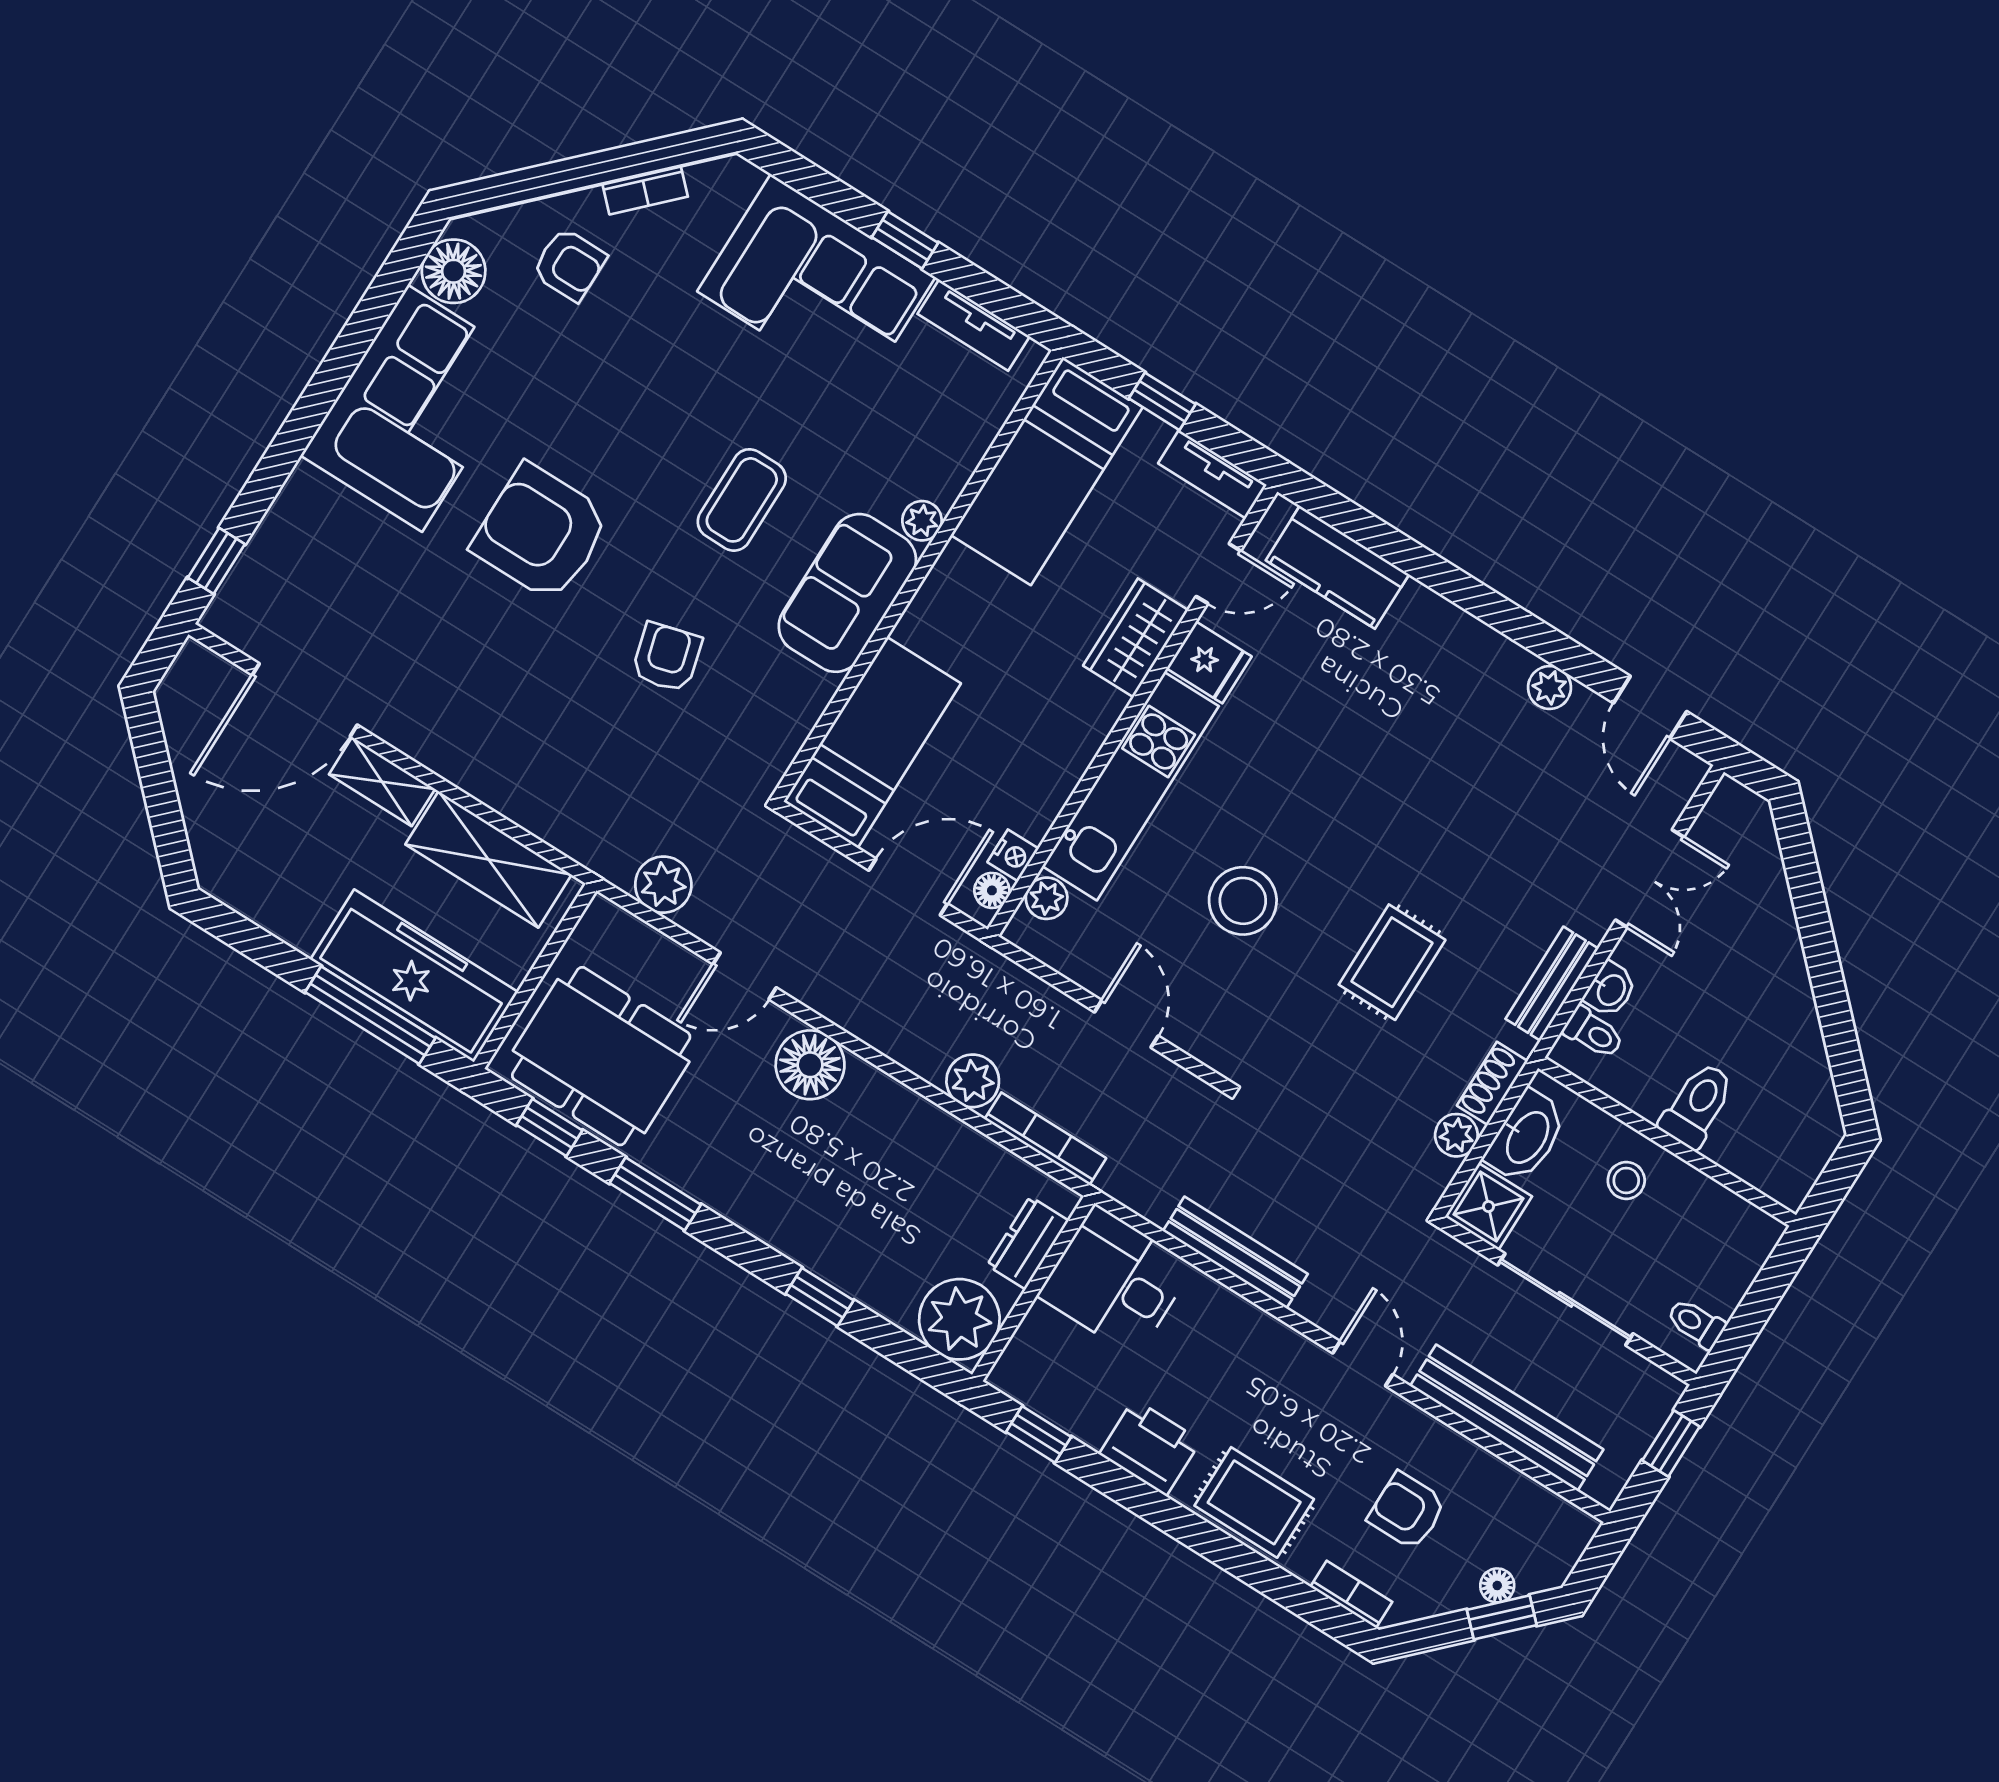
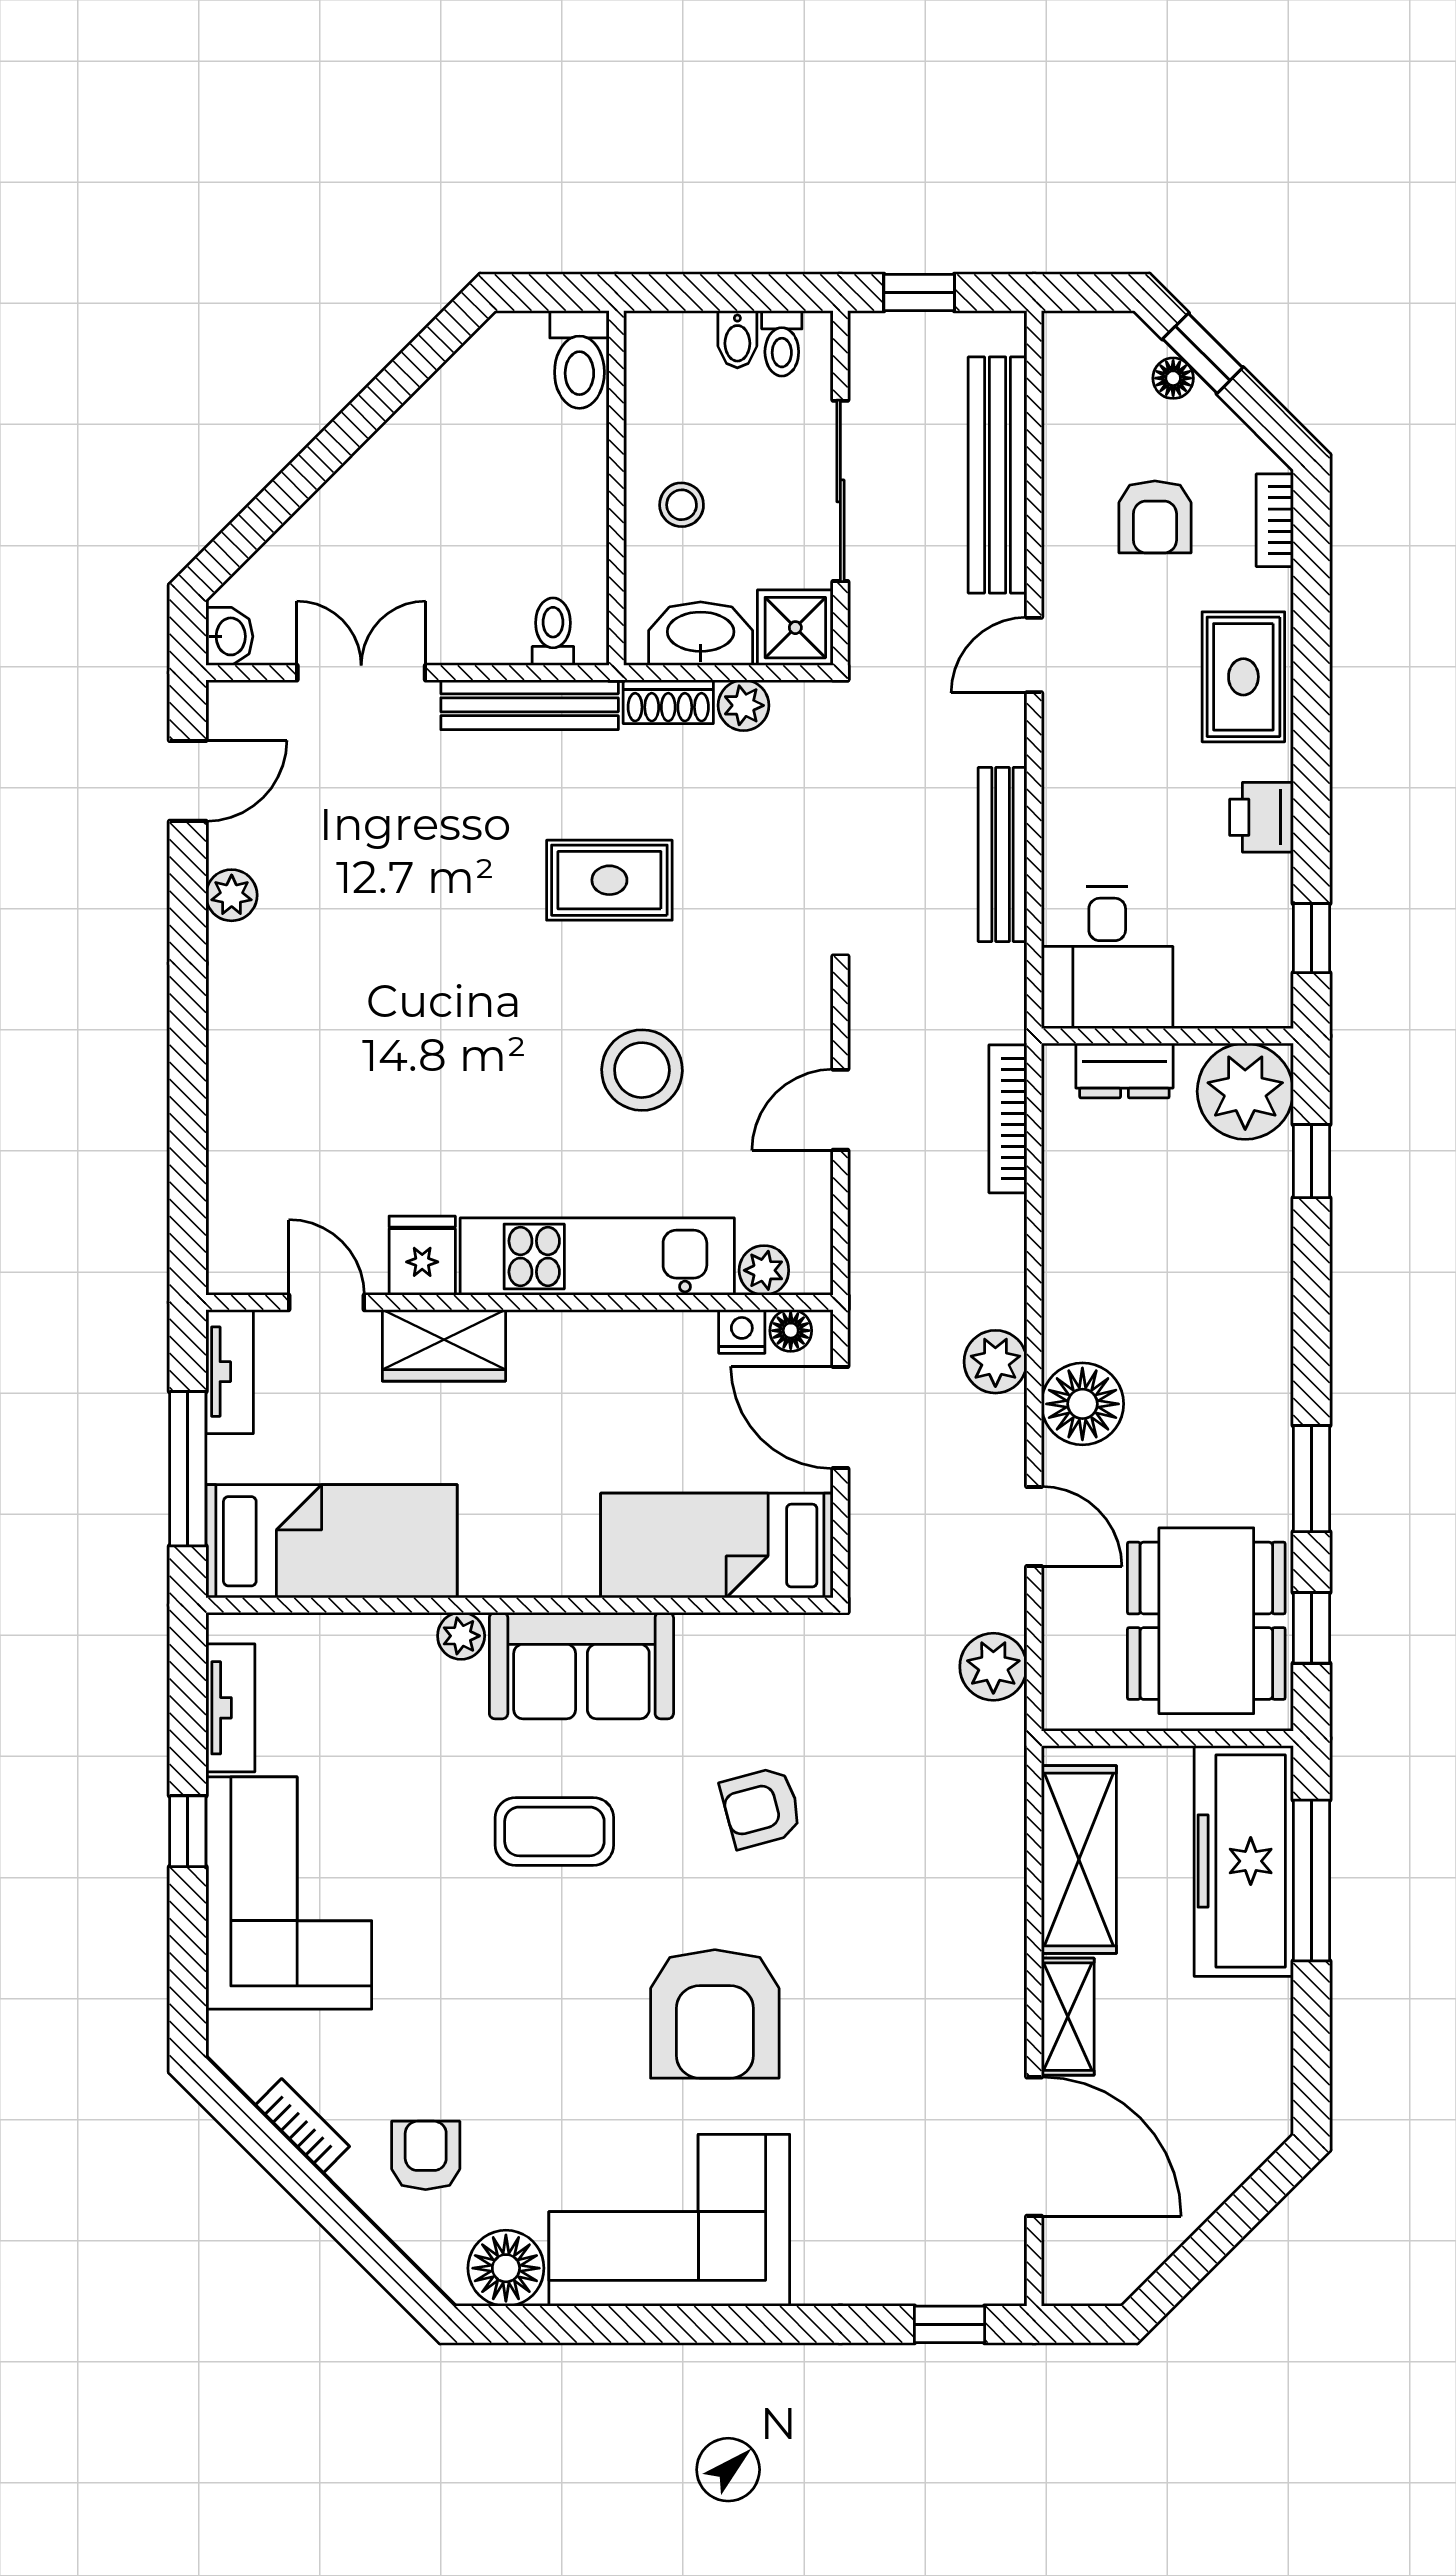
window: (1162, 401) -> (188, 1469), width x2.17
kitchen counter: (1337, 567) -> (244, 1186), removed
bench: (1552, 984) -> (530, 705), width x1.36
washbasin: (1610, 989) -> (229, 636), moved, turned 90
plant: (973, 1081) -> (995, 1362), moved
toilet: (1697, 1105) -> (579, 359), moved, turned -90
bidet: (1719, 1294) -> (737, 339), added
window: (820, 1297) -> (1311, 1161), moved
printer: (1150, 1447) -> (1261, 817), width x0.73, depth x0.81

